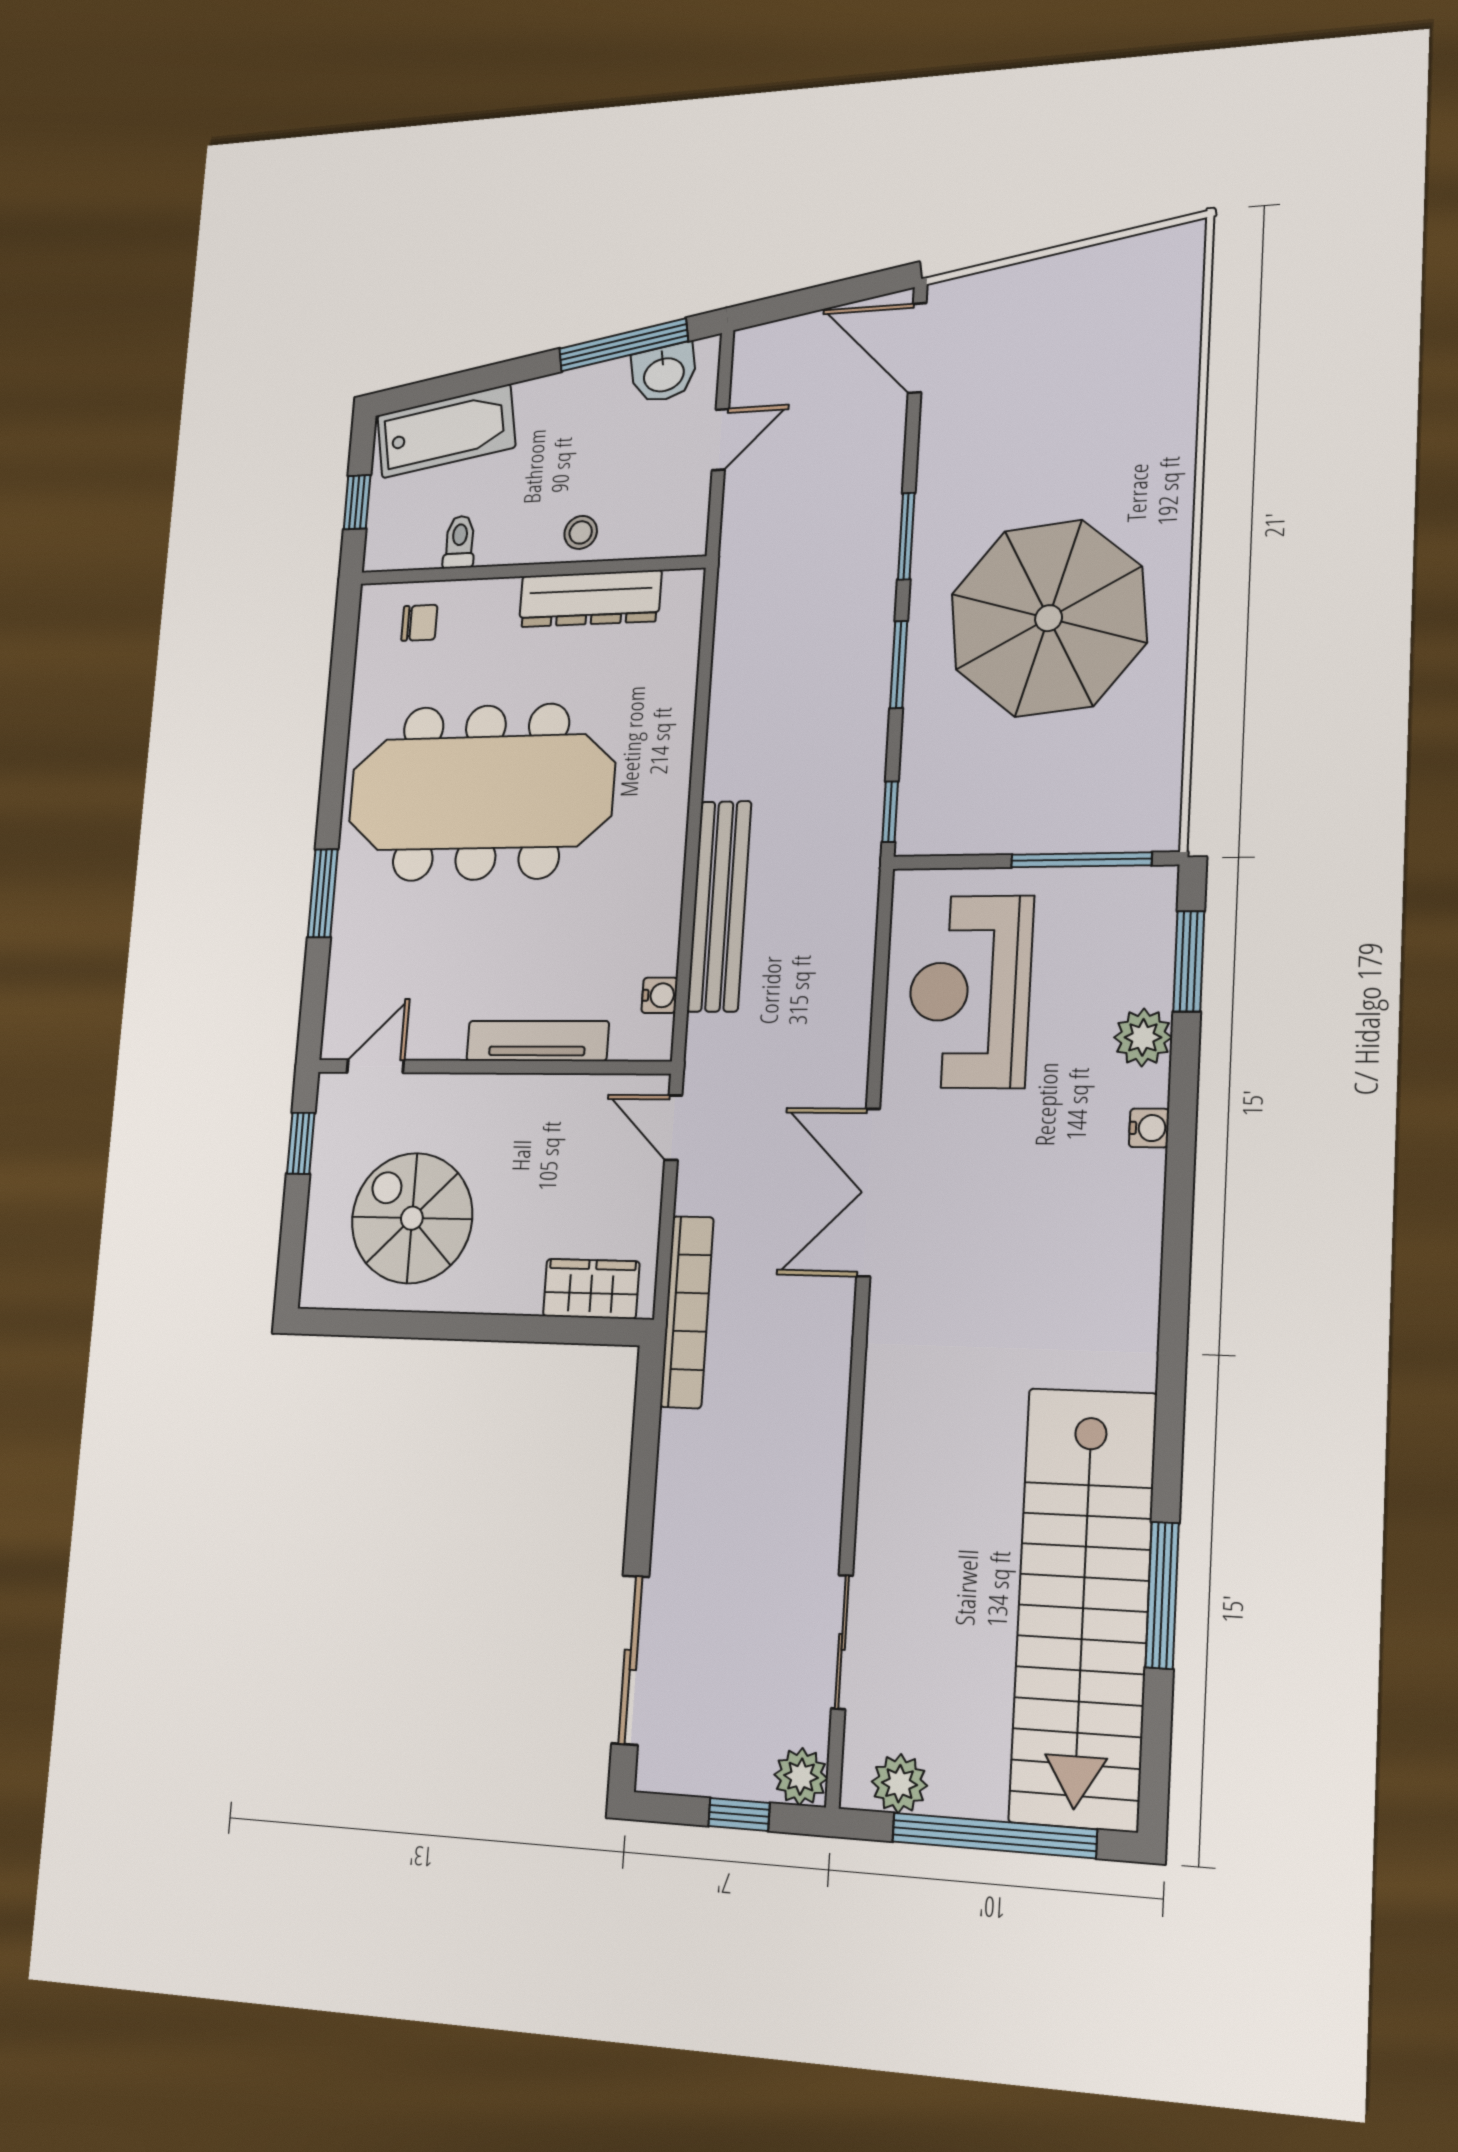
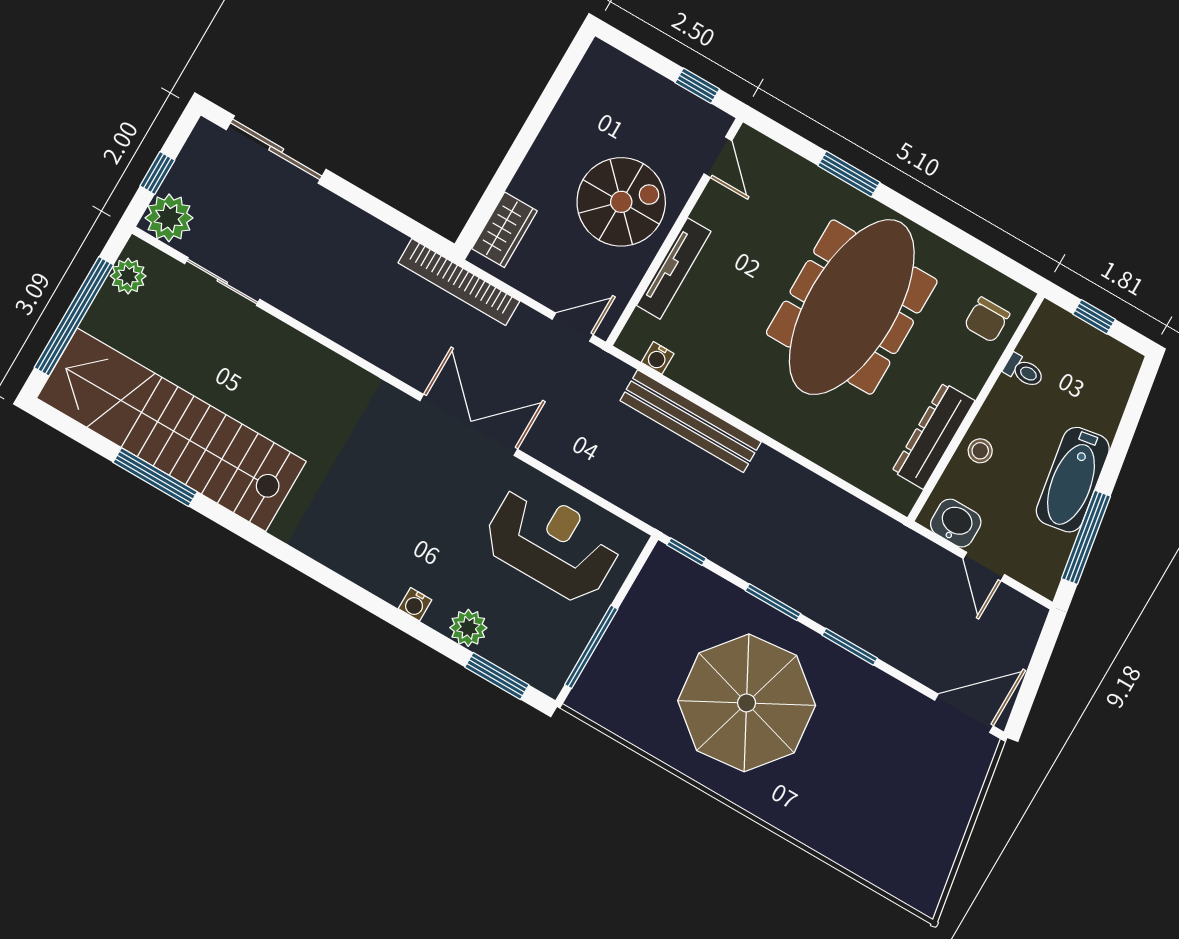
washbasin: (664, 373) -> (956, 523), moved, turned 100
bathtub: (446, 431) -> (1073, 480), moved
chair: (419, 623) -> (987, 320), width x1.37, depth x1.37
spiral stairs: (412, 1218) -> (621, 202), moved
plant: (801, 1777) -> (169, 218), width x1.36, depth x1.36

